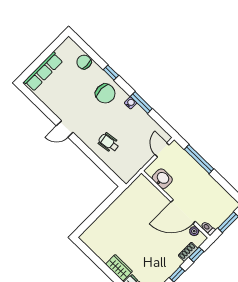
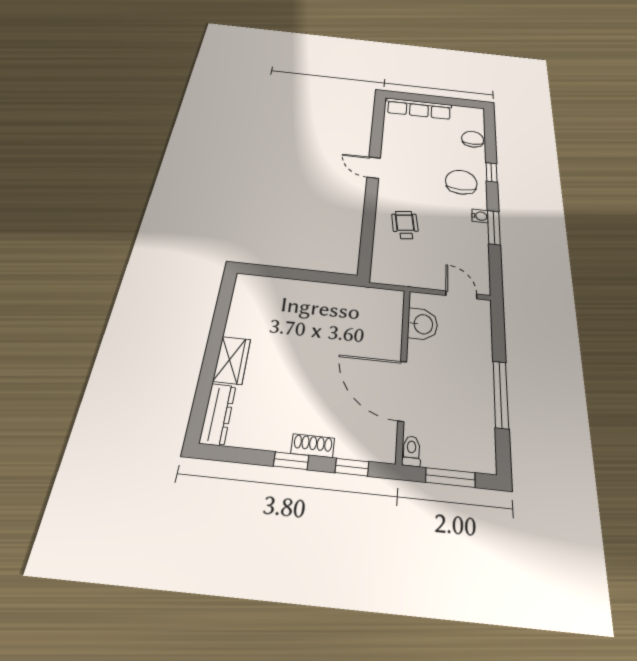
chair: (105, 93) -> (461, 182), turned 180
door: (162, 150) -> (461, 295), hinge flipped
window: (199, 159) -> (501, 394), moved
plant: (194, 231) -> (387, 432), removed
shoe rack: (188, 252) -> (313, 446), moved

